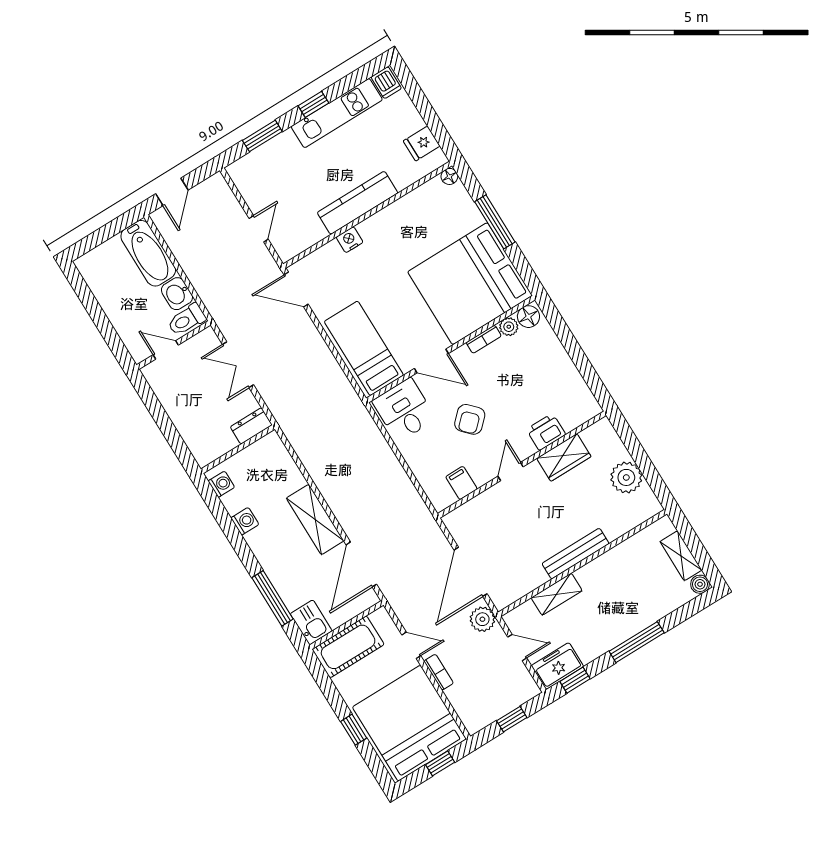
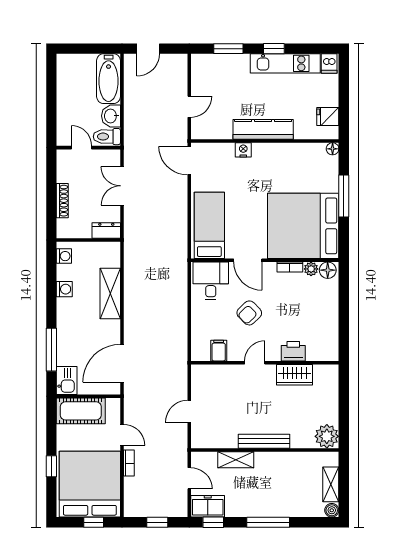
shoe rack: (181, 423) -> (62, 201), added
plant: (626, 477) -> (327, 436), moved
shelving: (315, 519) -> (110, 294), moved
door: (471, 572) -> (189, 411), width x0.53
plant: (482, 619) -> (178, 446), removed

